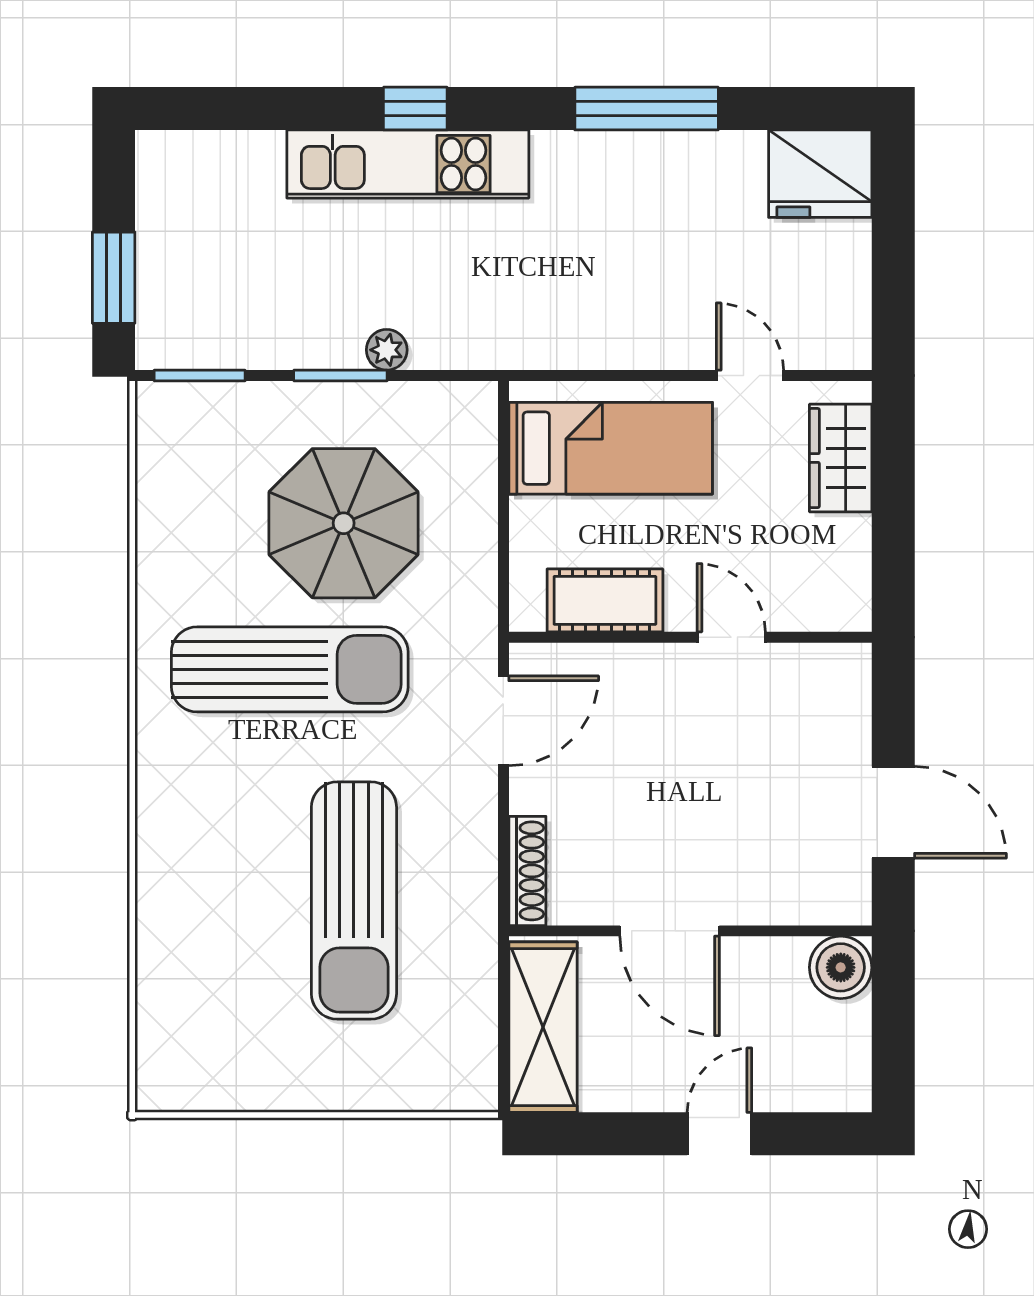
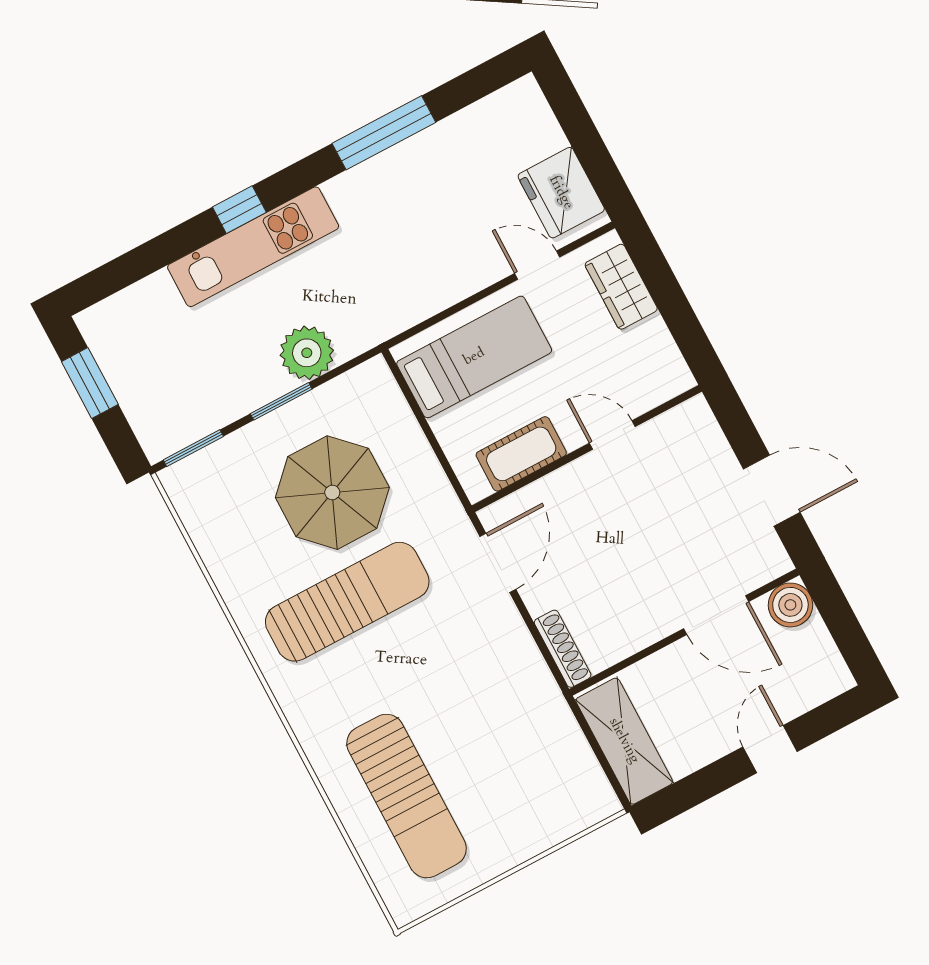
fridge: (820, 174) -> (561, 193), moved, turned 90
window: (114, 278) -> (90, 383), moved
plant: (387, 350) -> (307, 353), width x1.88, depth x1.88
sun lounger: (354, 901) -> (407, 796), moved
door: (670, 931) -> (716, 615), moved

